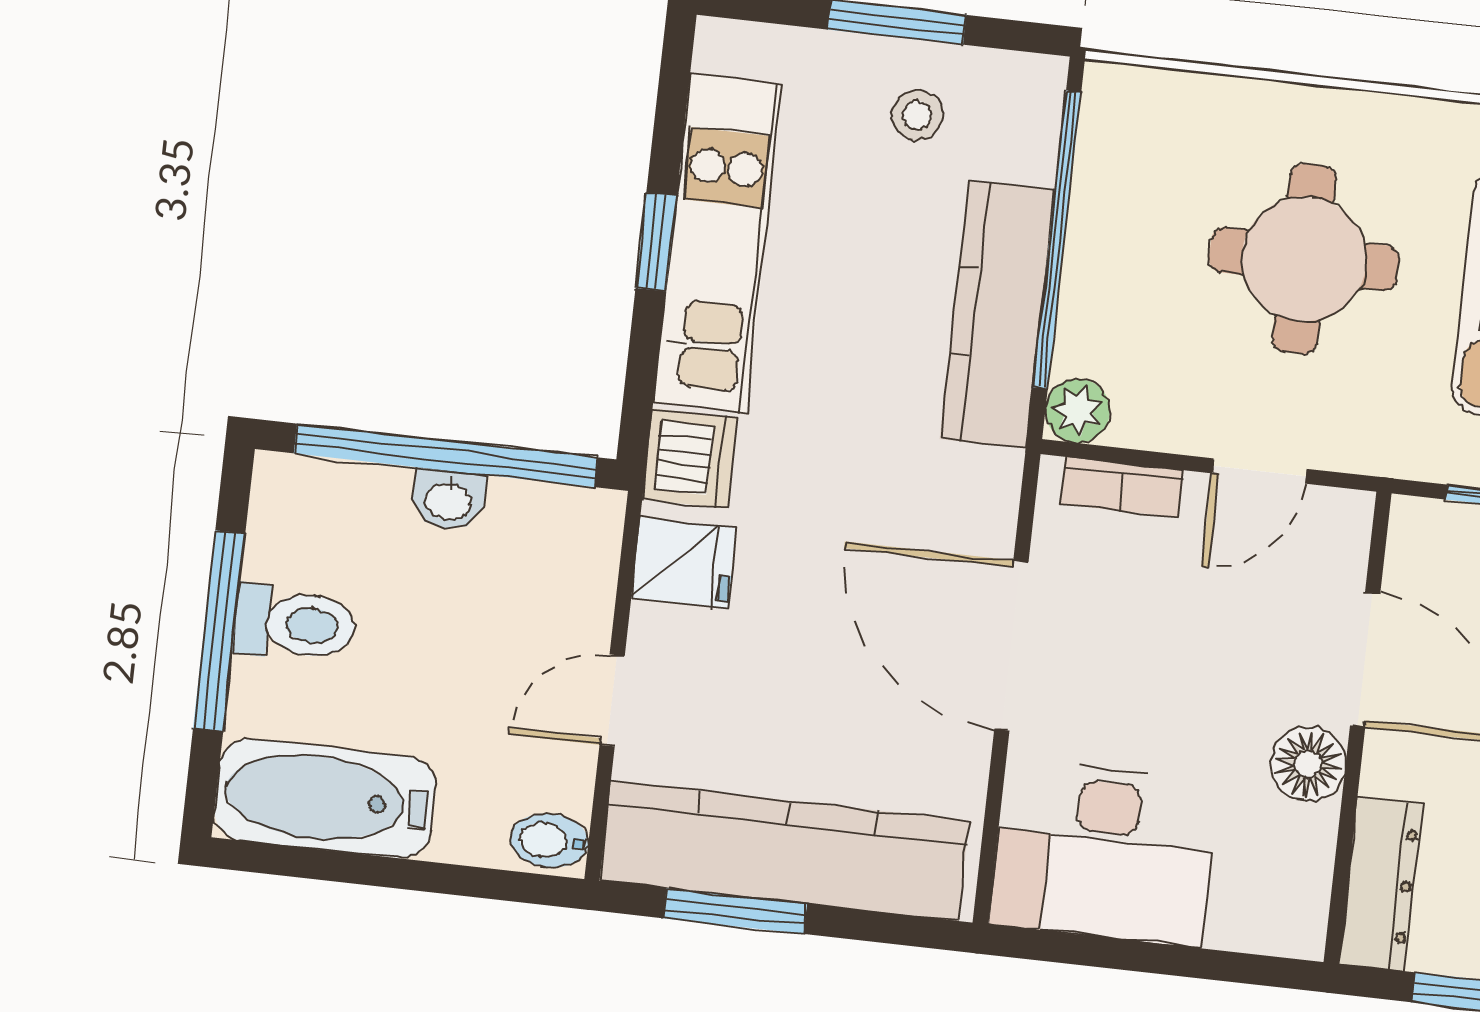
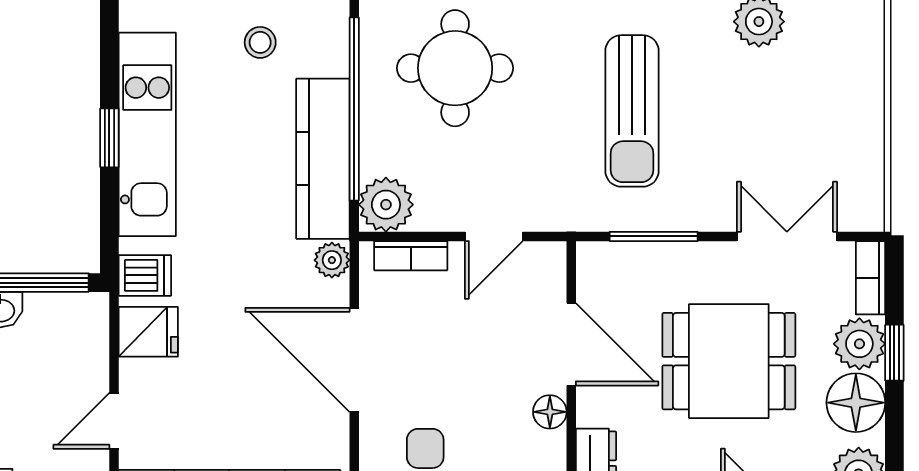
round table: (1304, 259) -> (455, 68), moved
plant: (1078, 411) -> (386, 205), width x1.38, depth x1.38
dishwasher: (690, 458) -> (145, 275), width x0.73
plant: (994, 480) -> (332, 260), added
floor lamp: (1308, 764) -> (550, 412), width x0.73, depth x0.73

